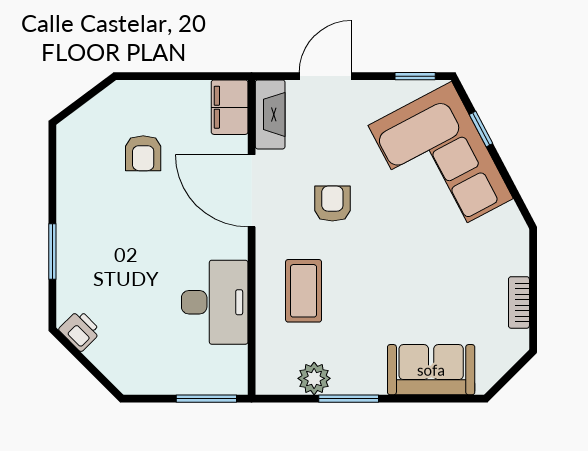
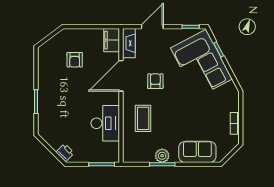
door: (252, 191) -> (121, 76), hinge flipped
printer: (80, 330) -> (65, 153), moved
plant: (314, 378) -> (162, 156), moved

